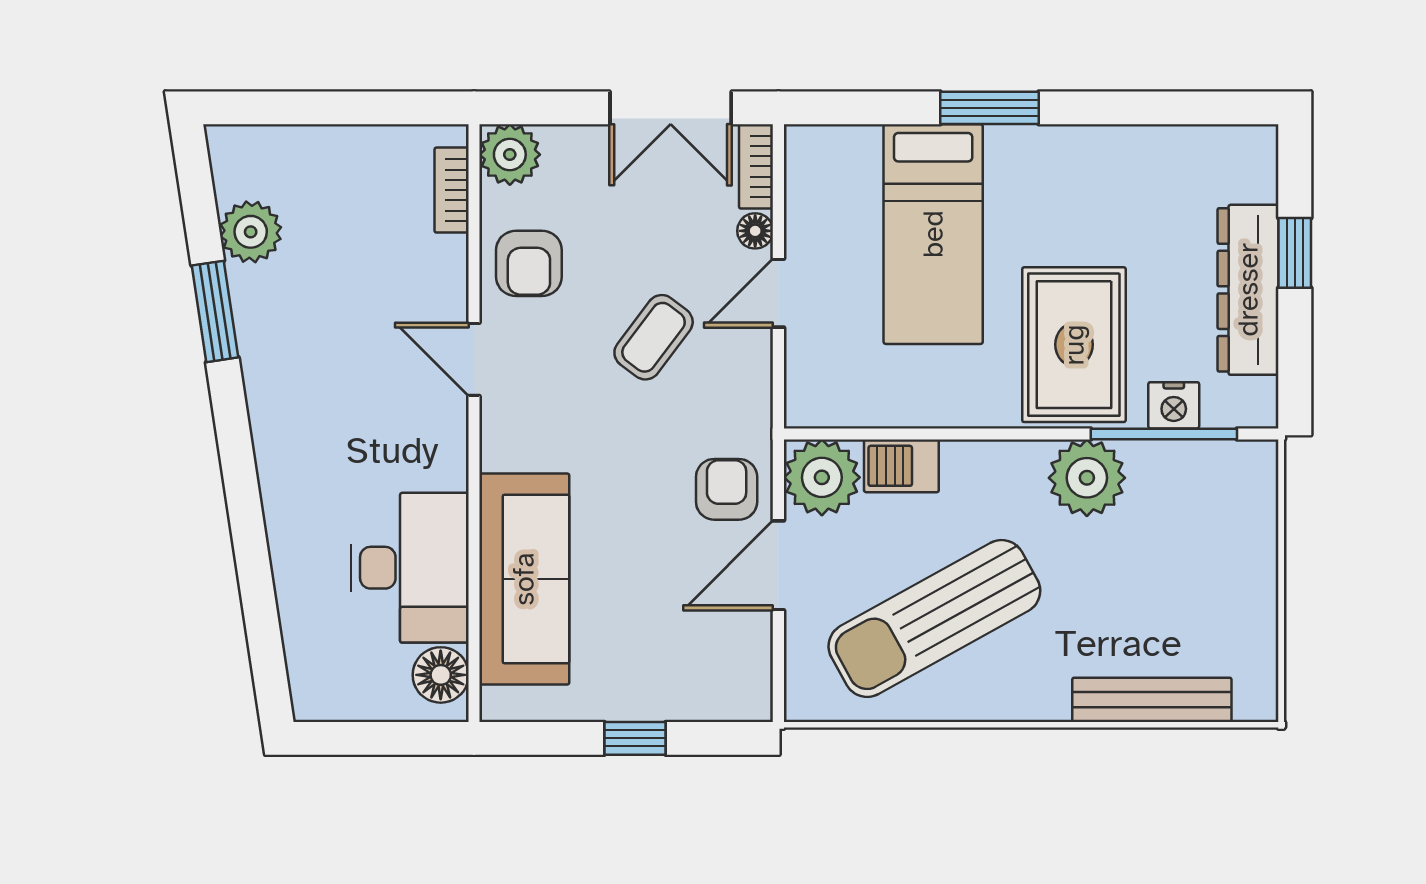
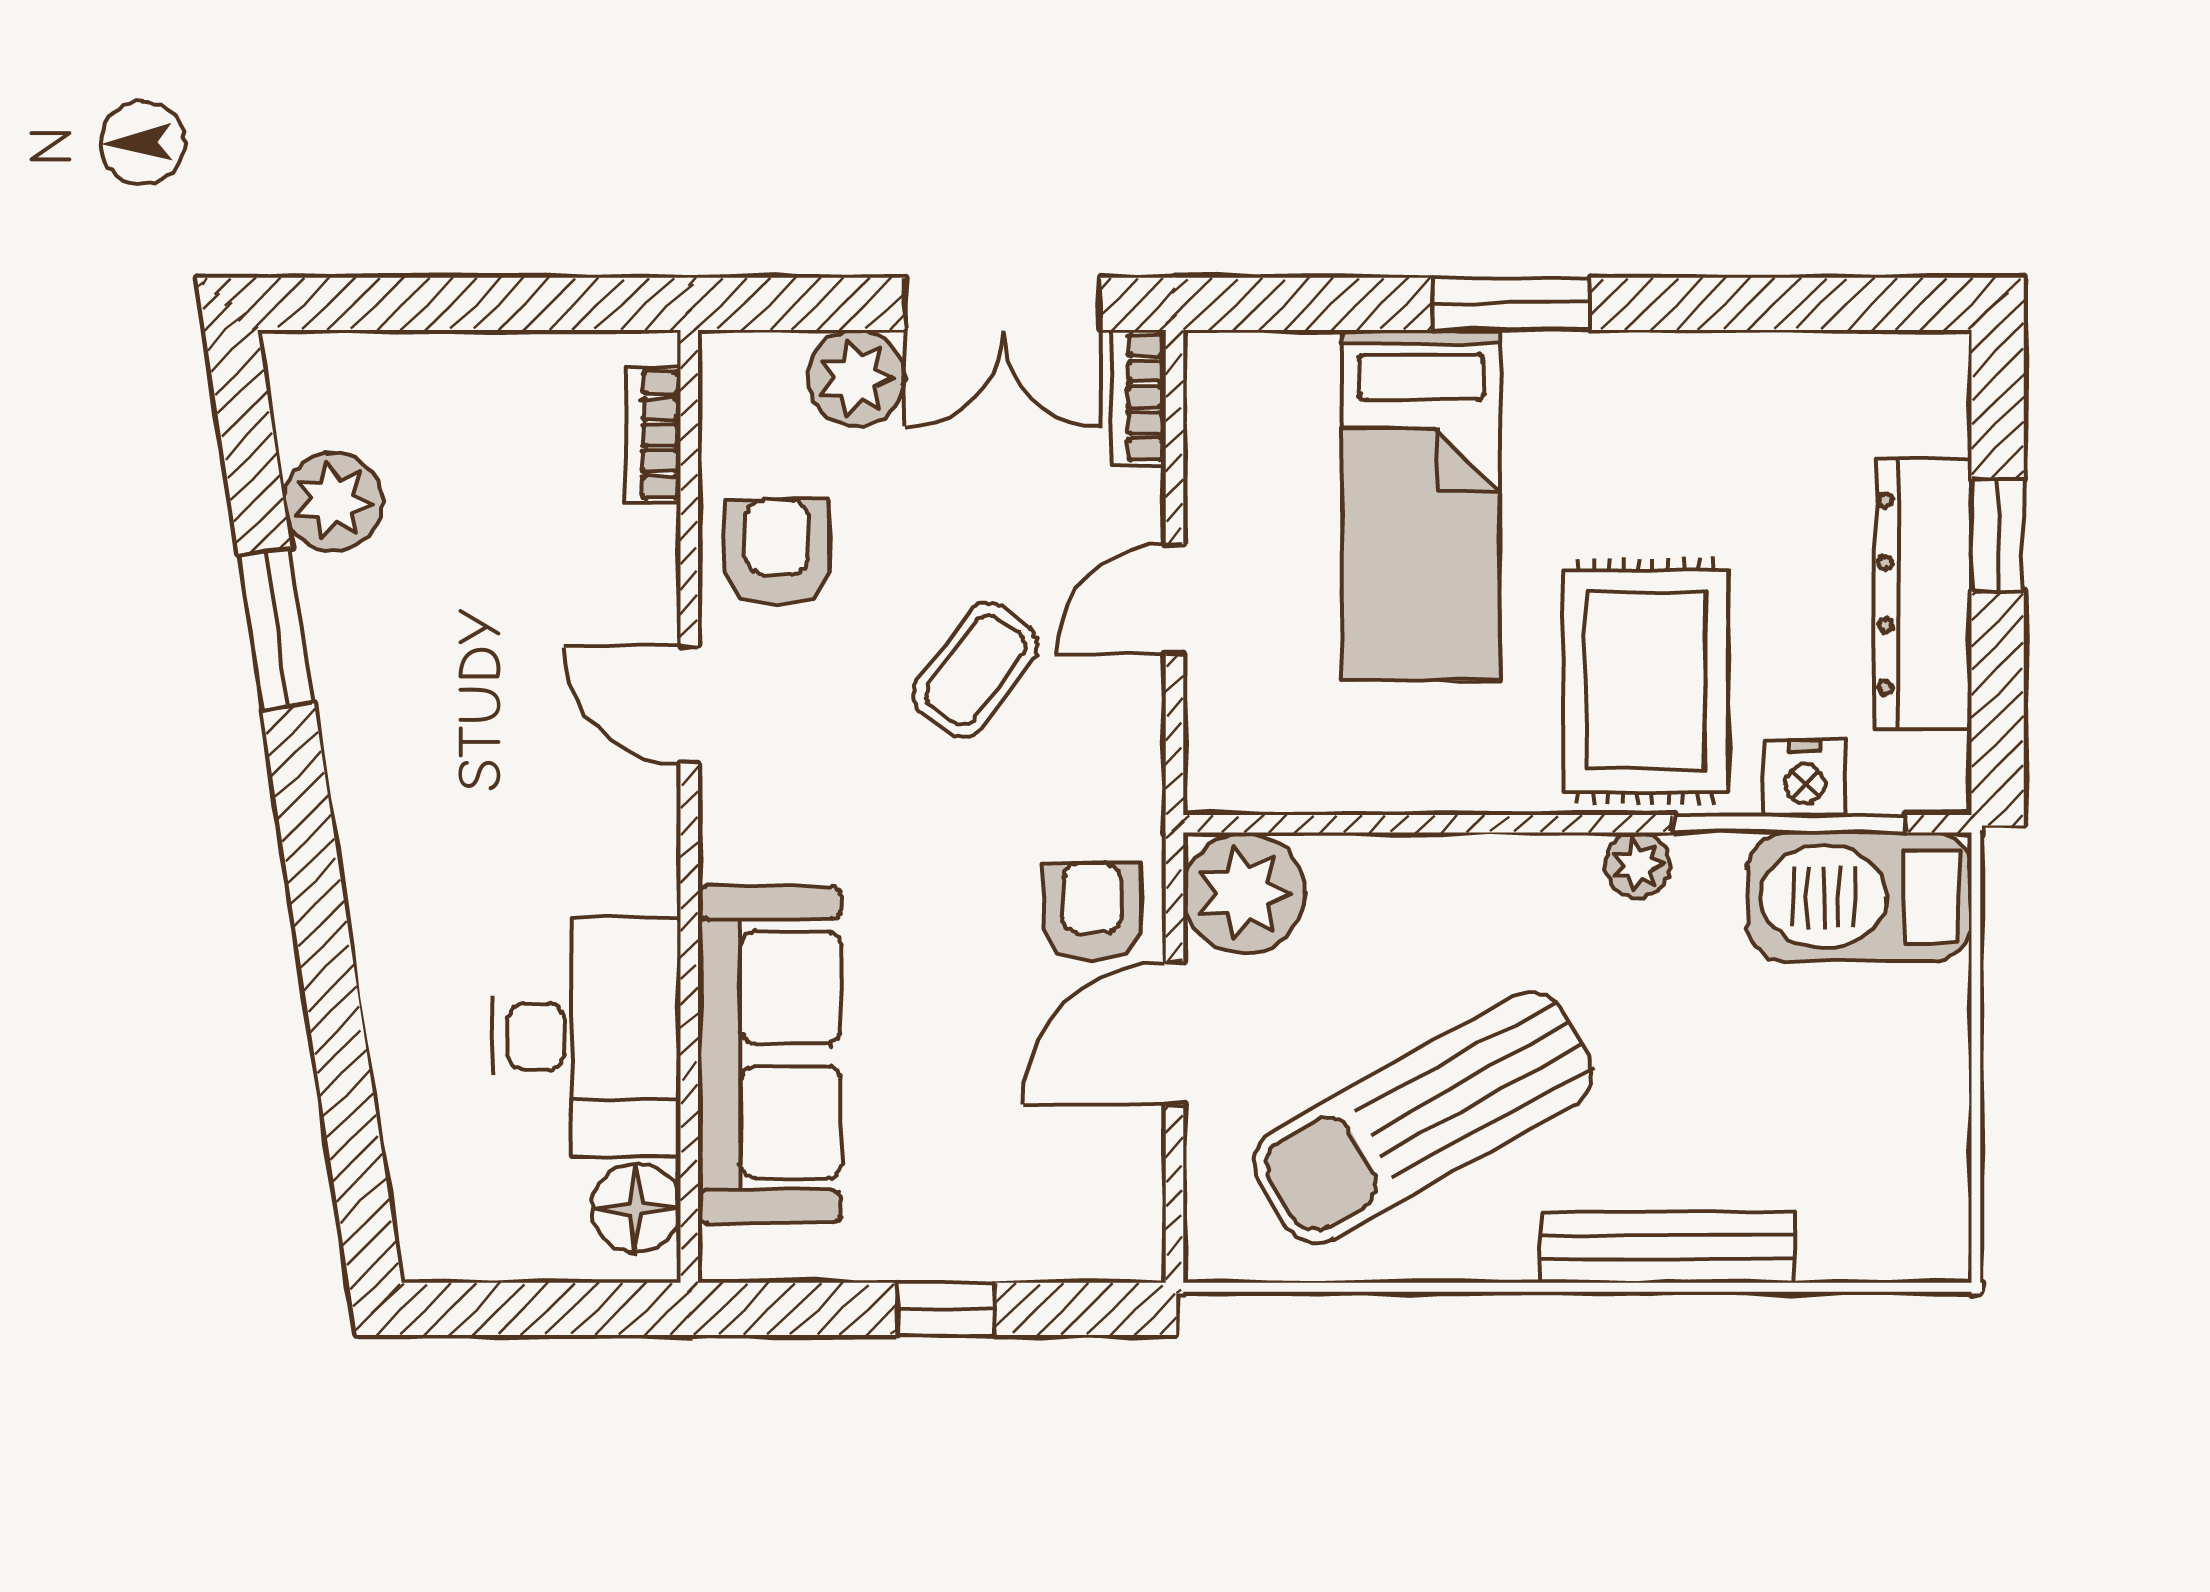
plant: (510, 155) -> (856, 378), moved
floor lamp: (755, 231) -> (1137, 500), removed
armchair: (529, 263) -> (777, 552), turned 180
barbecue: (901, 466) -> (1860, 897), moved, width x1.88, depth x1.53
plant: (1087, 478) -> (1638, 865), width x0.53, depth x0.53
bench: (1152, 700) -> (1667, 1247), moved

